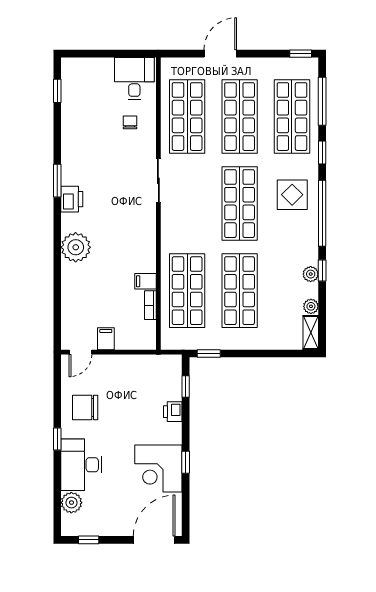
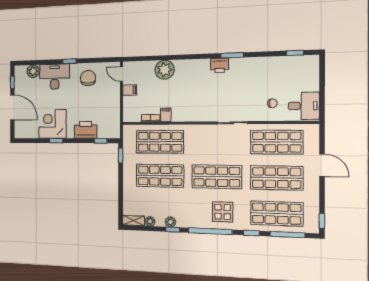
plant: (76, 247) -> (165, 70), moved
printer: (173, 412) -> (86, 130), width x1.87, depth x1.48
door: (154, 540) -> (12, 107), moved

